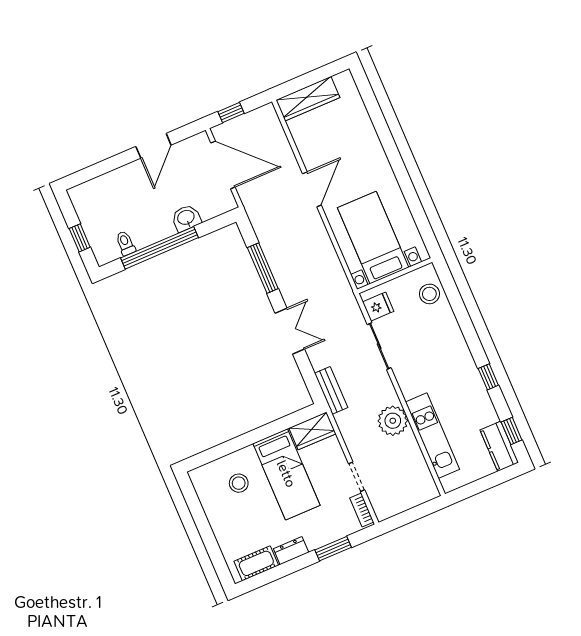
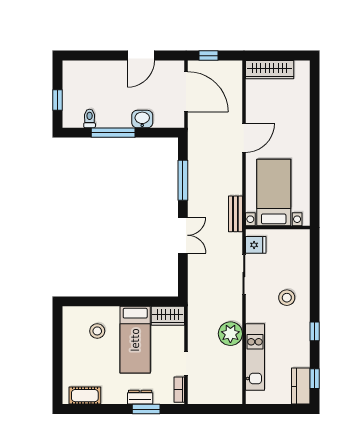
window: (159, 248) -> (113, 133), width x0.68
stool: (429, 294) -> (287, 298), moved
bench: (331, 390) -> (235, 214), moved
dresser: (291, 551) -> (140, 397), moved

